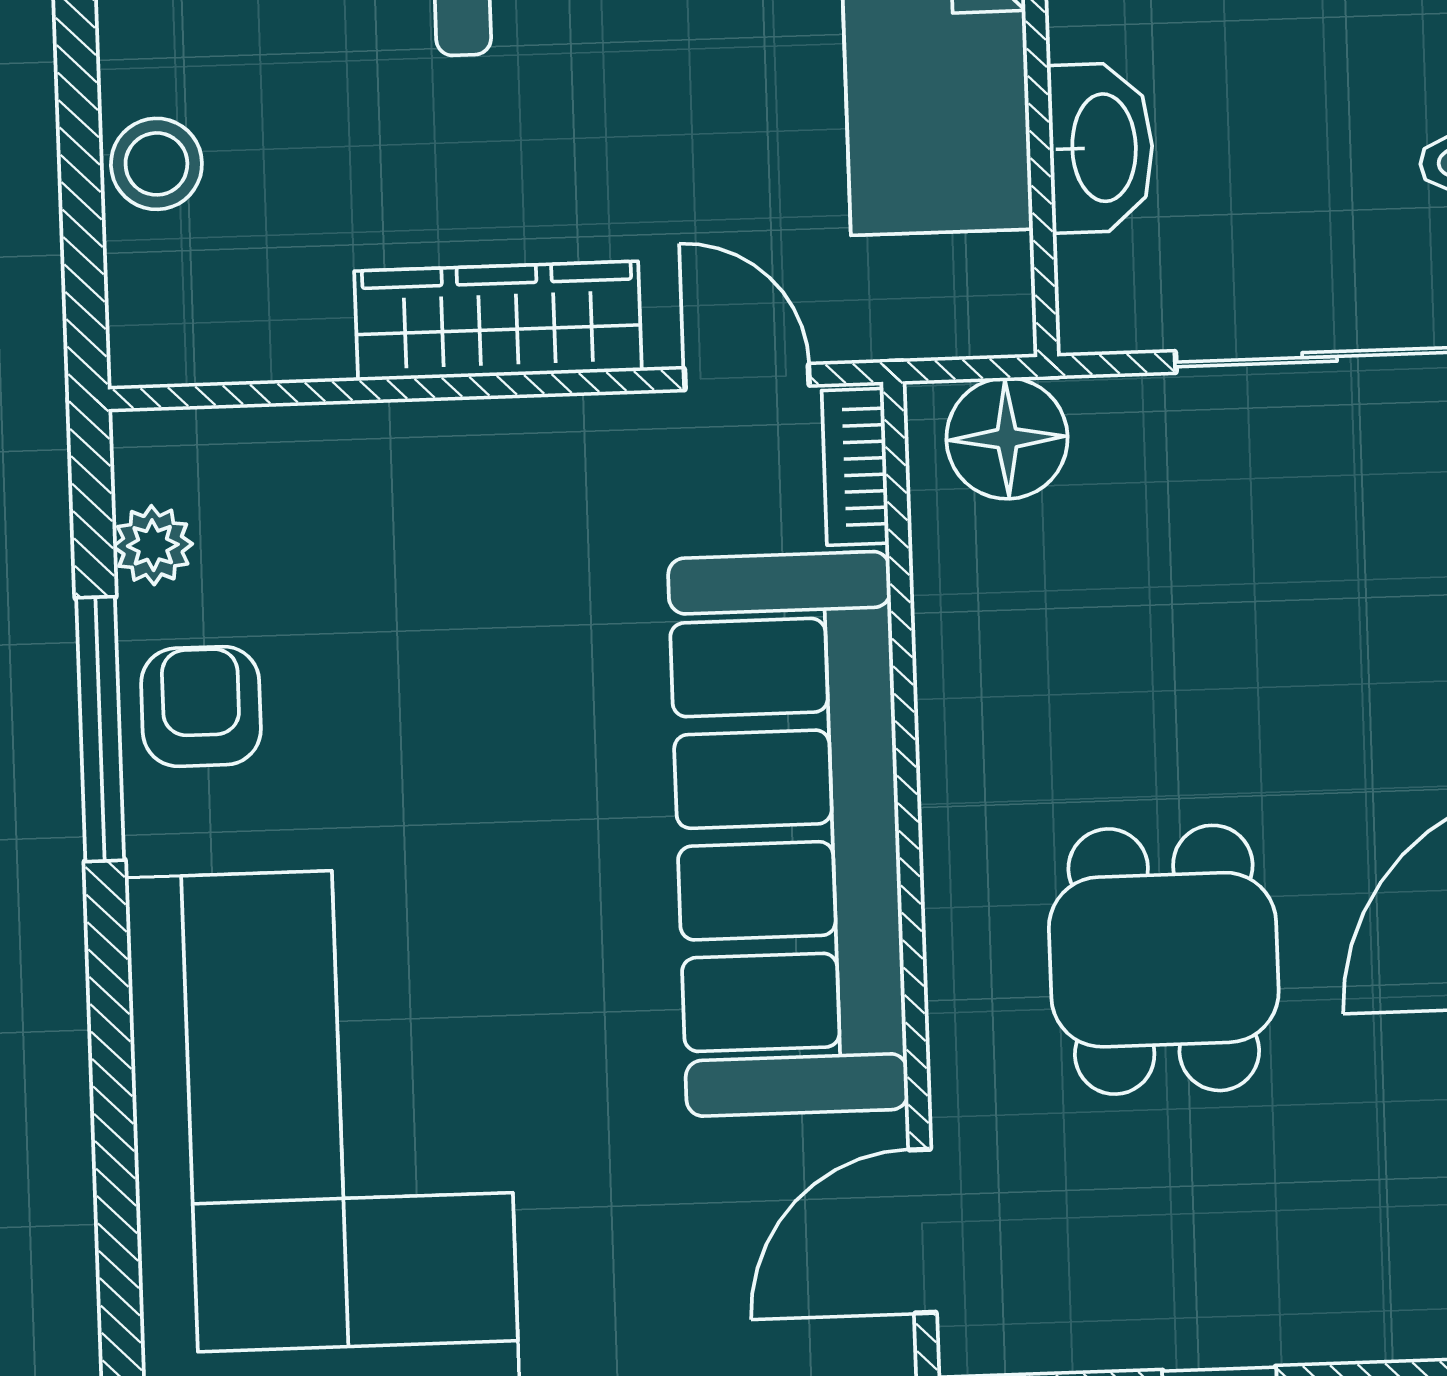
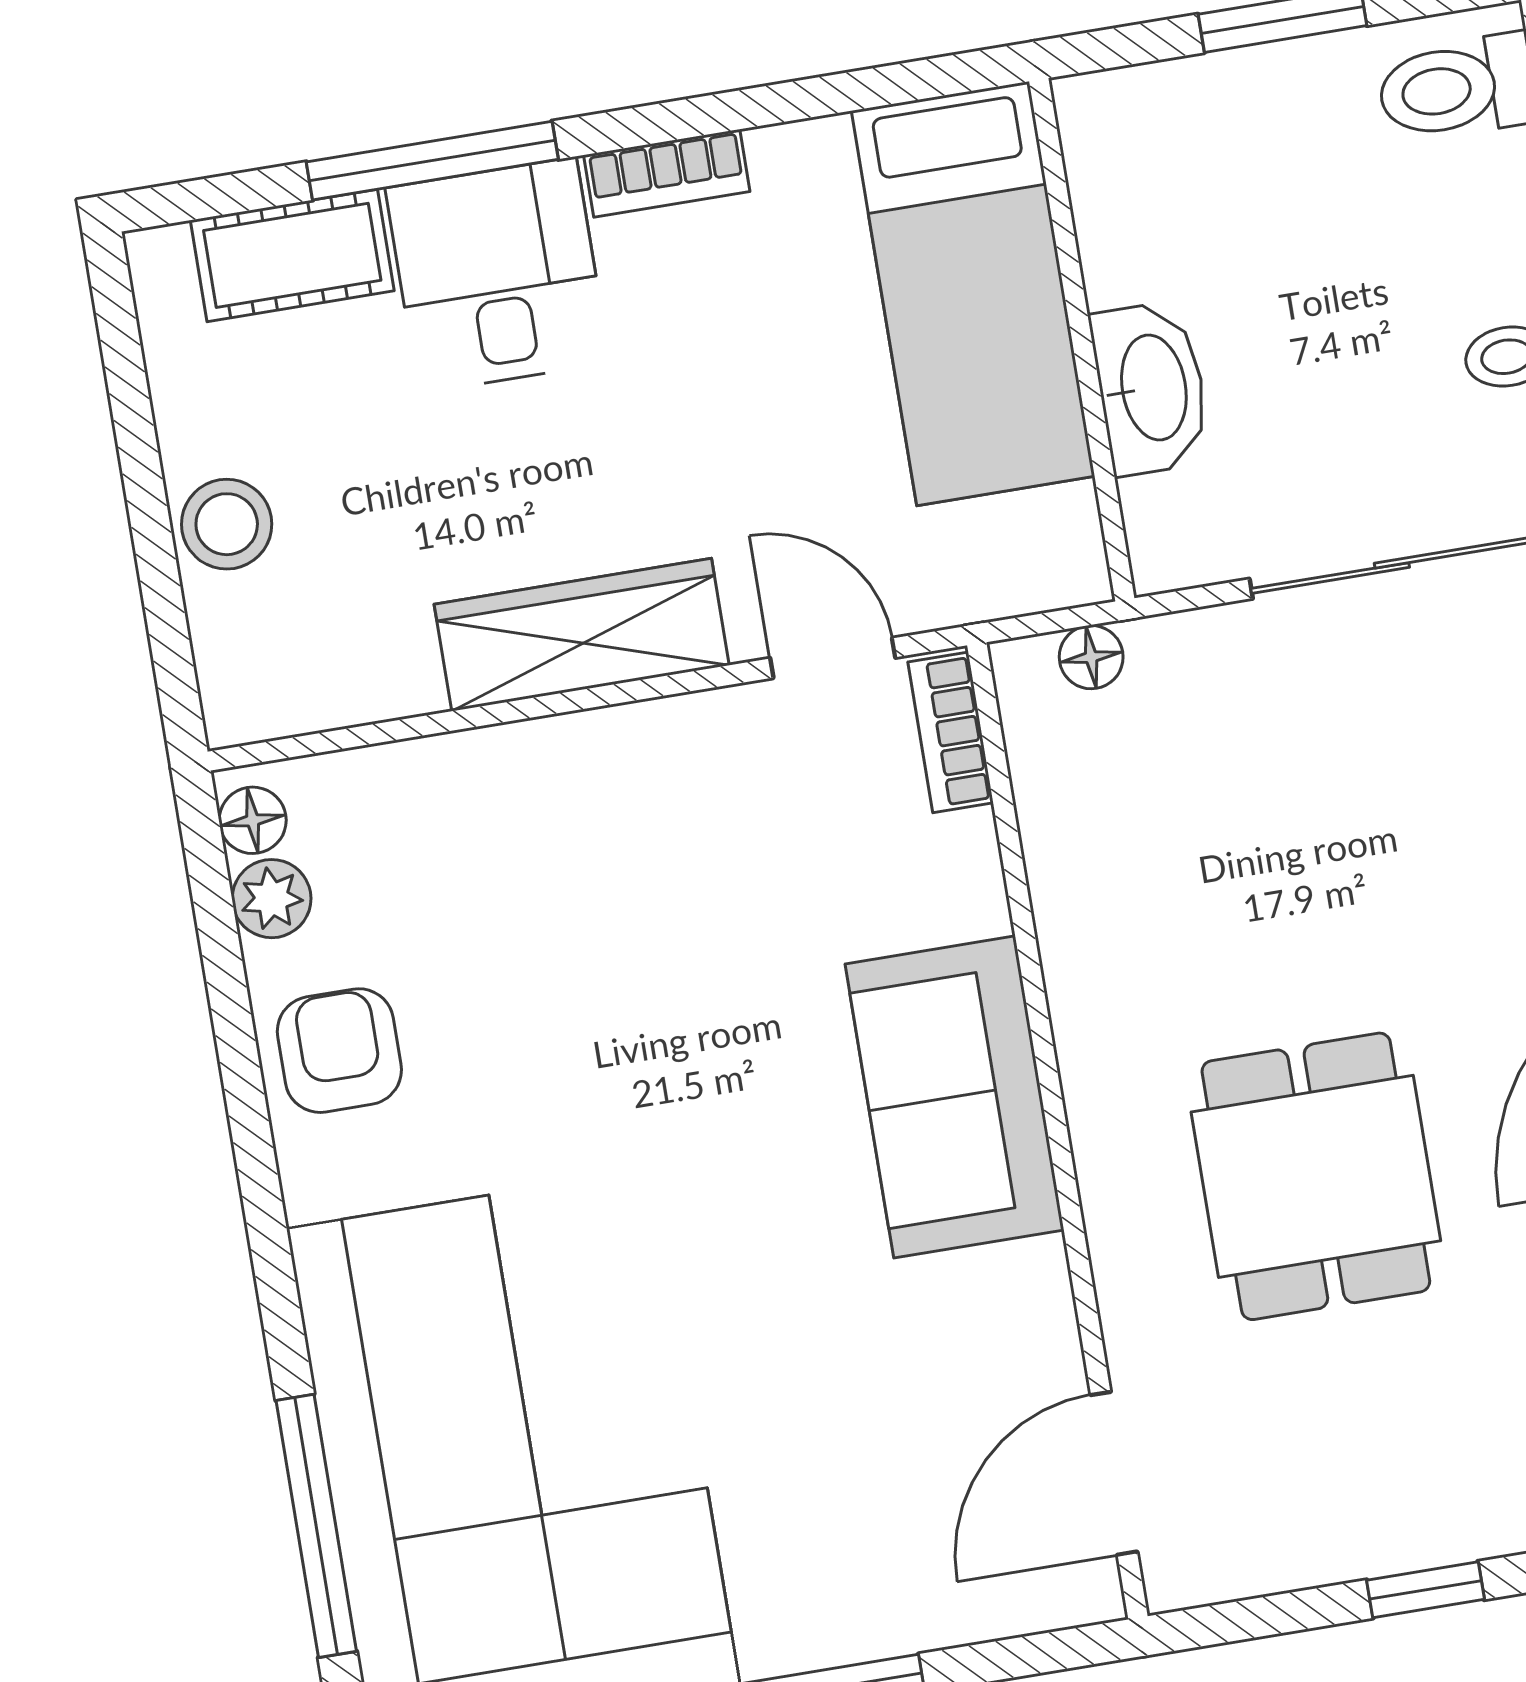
floor lamp: (1007, 438) -> (1091, 657), width x0.53, depth x0.53
floor lamp: (144, 464) -> (253, 820), added
window: (100, 729) -> (316, 1526), moved
sofa: (788, 834) -> (955, 1097), width x0.54, depth x0.79

